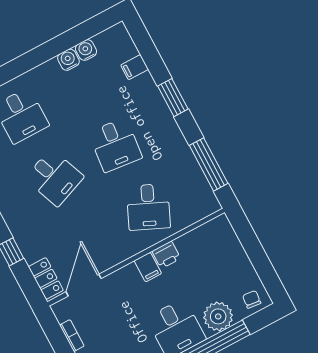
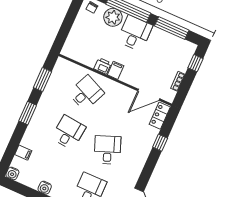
water cooler: (86, 50) -> (12, 173), moved
window: (173, 98) -> (28, 113), moved
window: (209, 164) -> (43, 80), width x0.69

